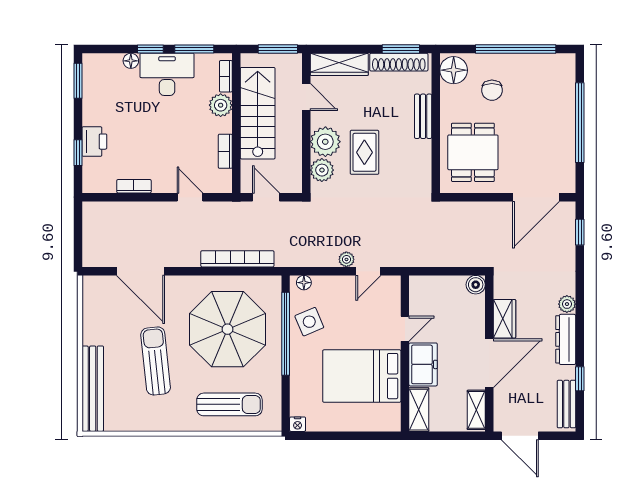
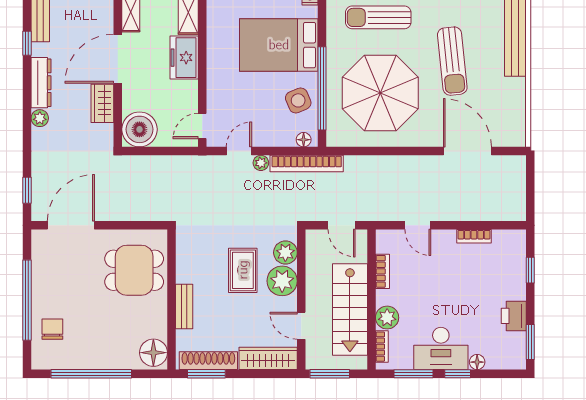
chair: (492, 90) -> (52, 329), moved
printer: (94, 142) -> (514, 316), moved
dining table: (473, 152) -> (134, 270), turned 90
bookcase: (237, 259) -> (307, 164), moved
boiler: (476, 285) -> (139, 129), width x1.86, depth x1.86
door: (405, 329) -> (202, 126), moved
bed: (362, 376) -> (279, 45), moved, turned 180

